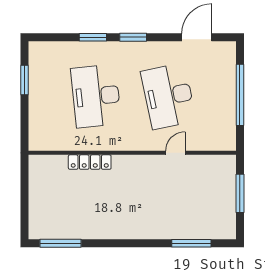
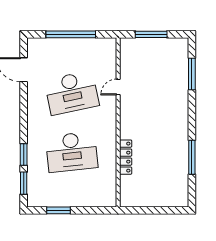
window: (133, 37) -> (24, 183), moved
door: (175, 153) -> (118, 87), hinge flipped
window: (61, 243) -> (192, 157), moved

